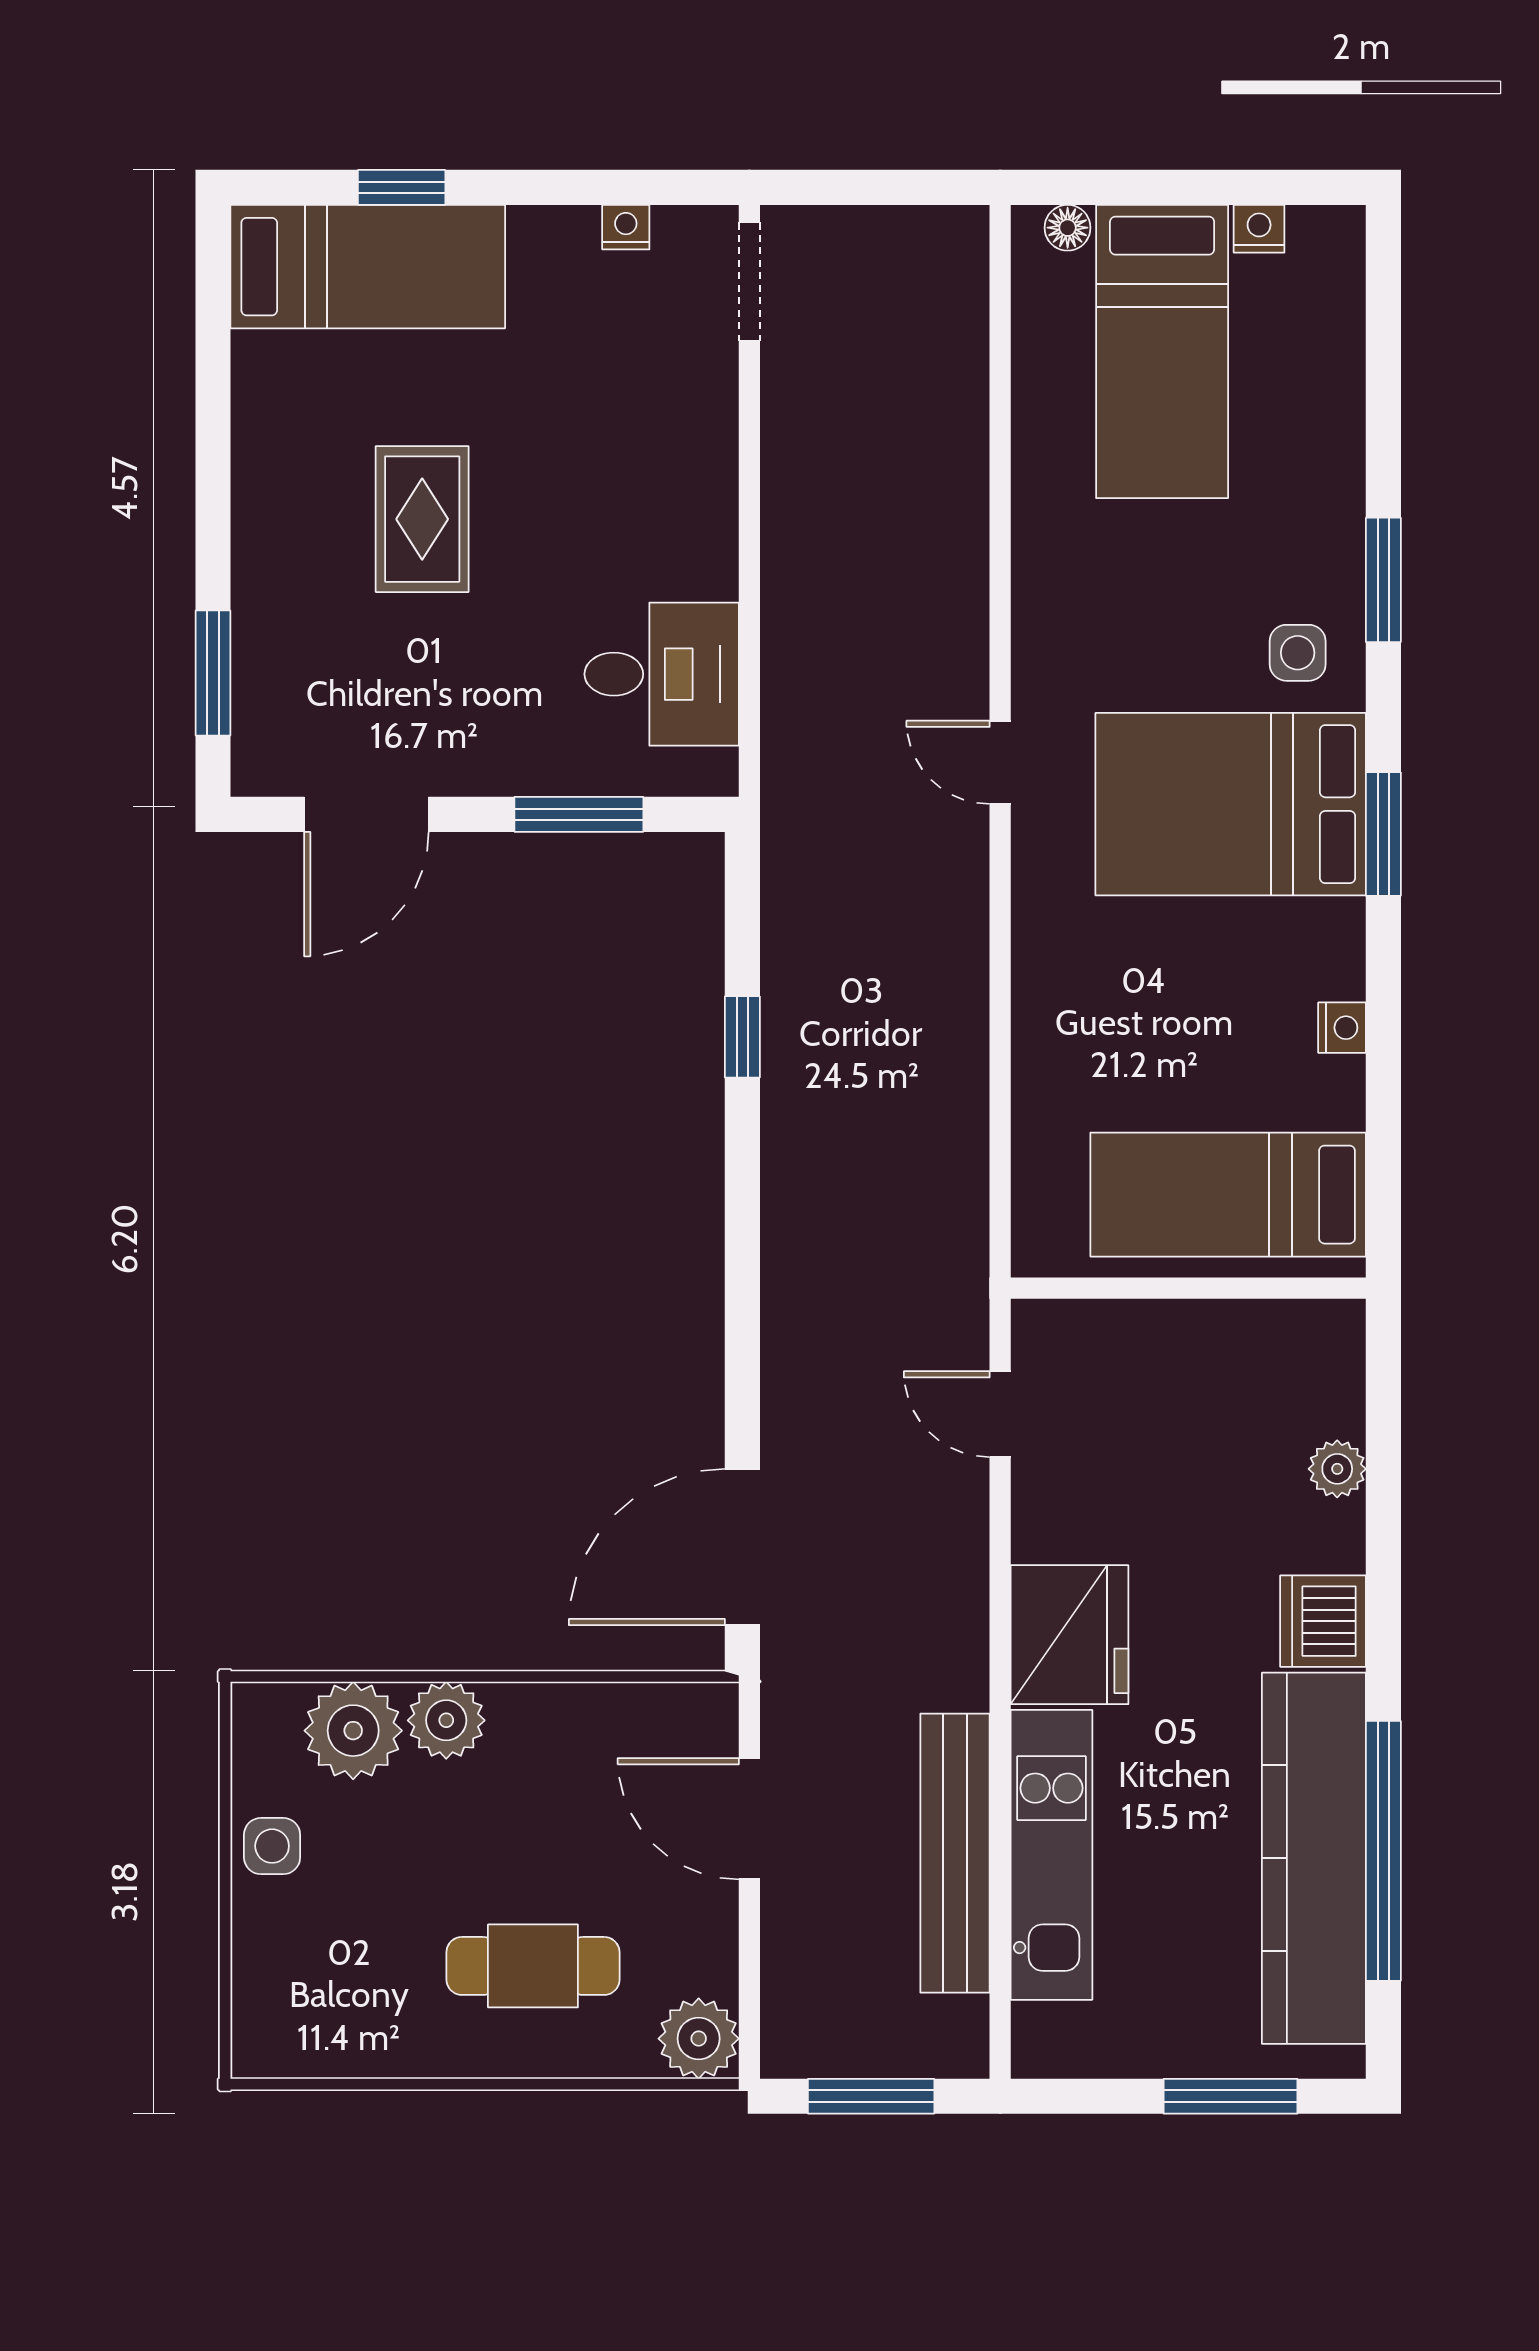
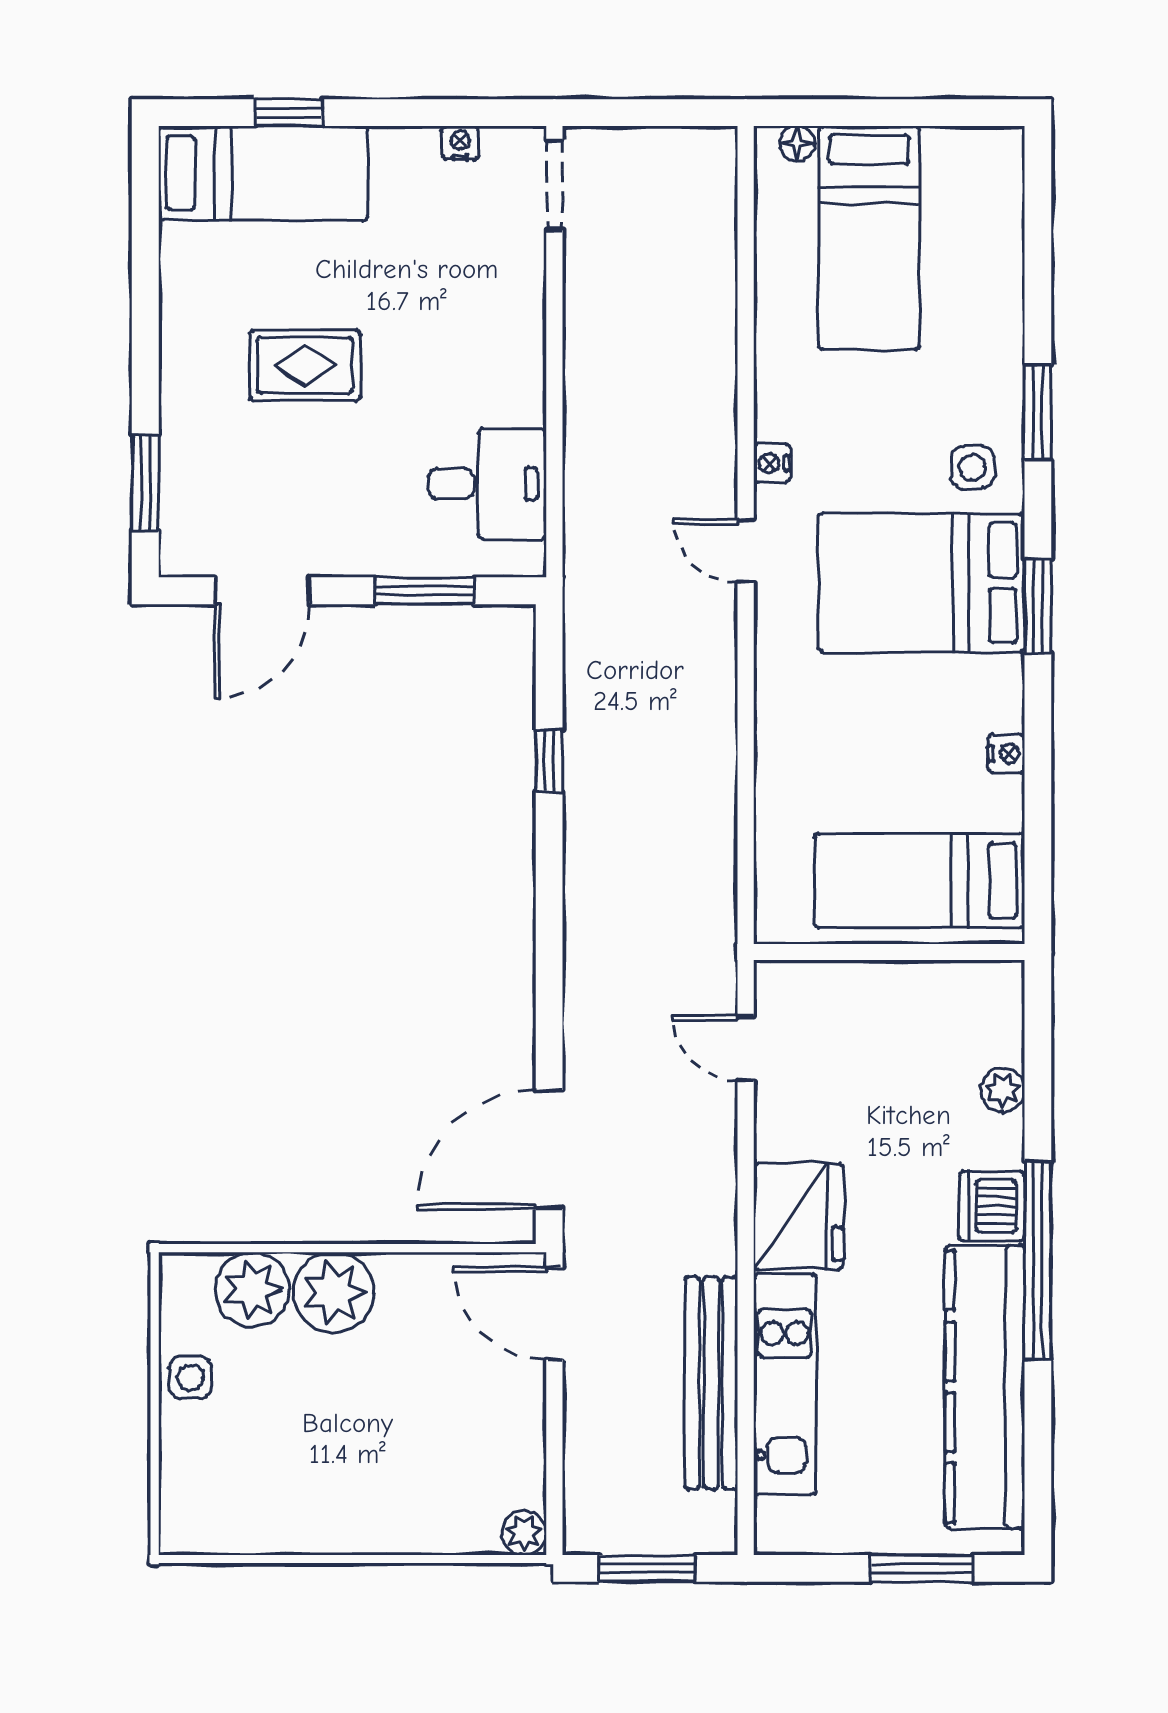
nightstand: (1259, 229) -> (772, 463), moved, turned -90
rug: (422, 519) -> (305, 366), turned 90
plant: (446, 1720) -> (334, 1292), width x1.36, depth x1.36
door: (749, 1819) -> (554, 1314), moved
window: (1383, 1851) -> (1038, 1261), moved
cafe table: (533, 1966) -> (389, 1469), removed
plant: (699, 2039) -> (524, 1533), width x0.73, depth x0.73

